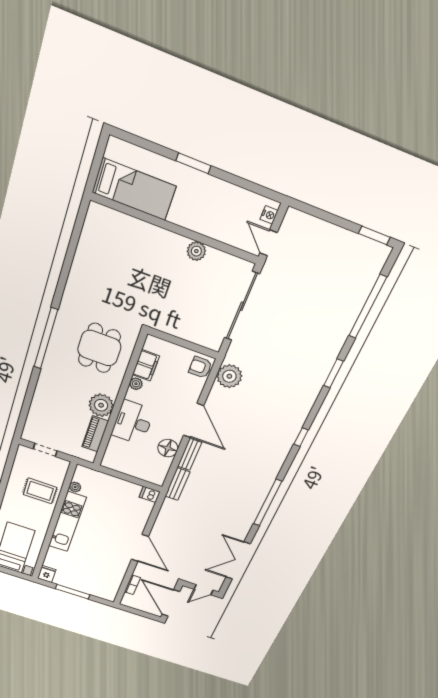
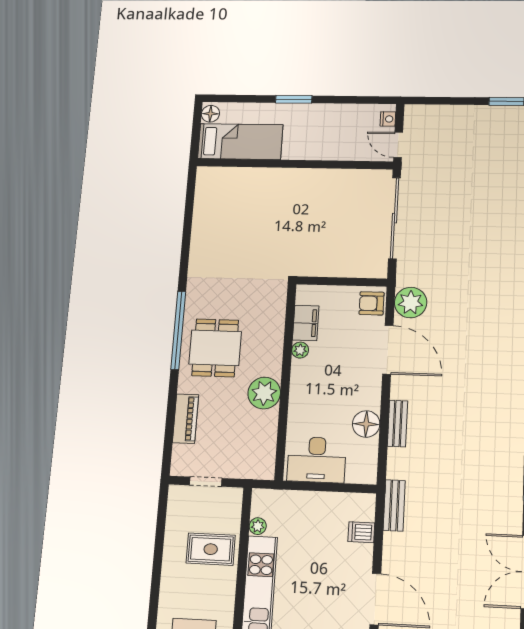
floor lamp: (114, 150) -> (210, 114), added
plant: (196, 251) -> (324, 178), removed
dining table: (99, 348) -> (215, 348), moved
door: (194, 420) -> (388, 350), moved
desk: (133, 422) -> (317, 460), moved, turned -90
piano: (95, 434) -> (186, 419), moved, turned 180
bench: (177, 484) -> (394, 505), moved
dishwasher: (150, 494) -> (361, 532), moved

